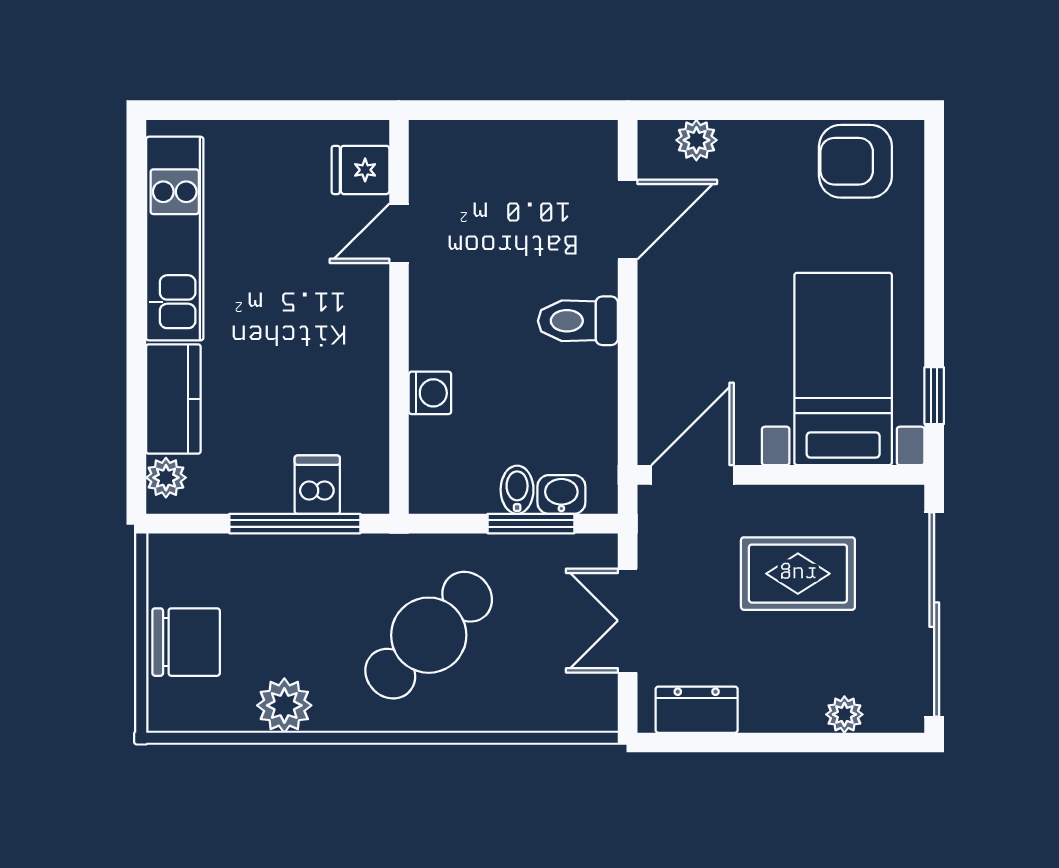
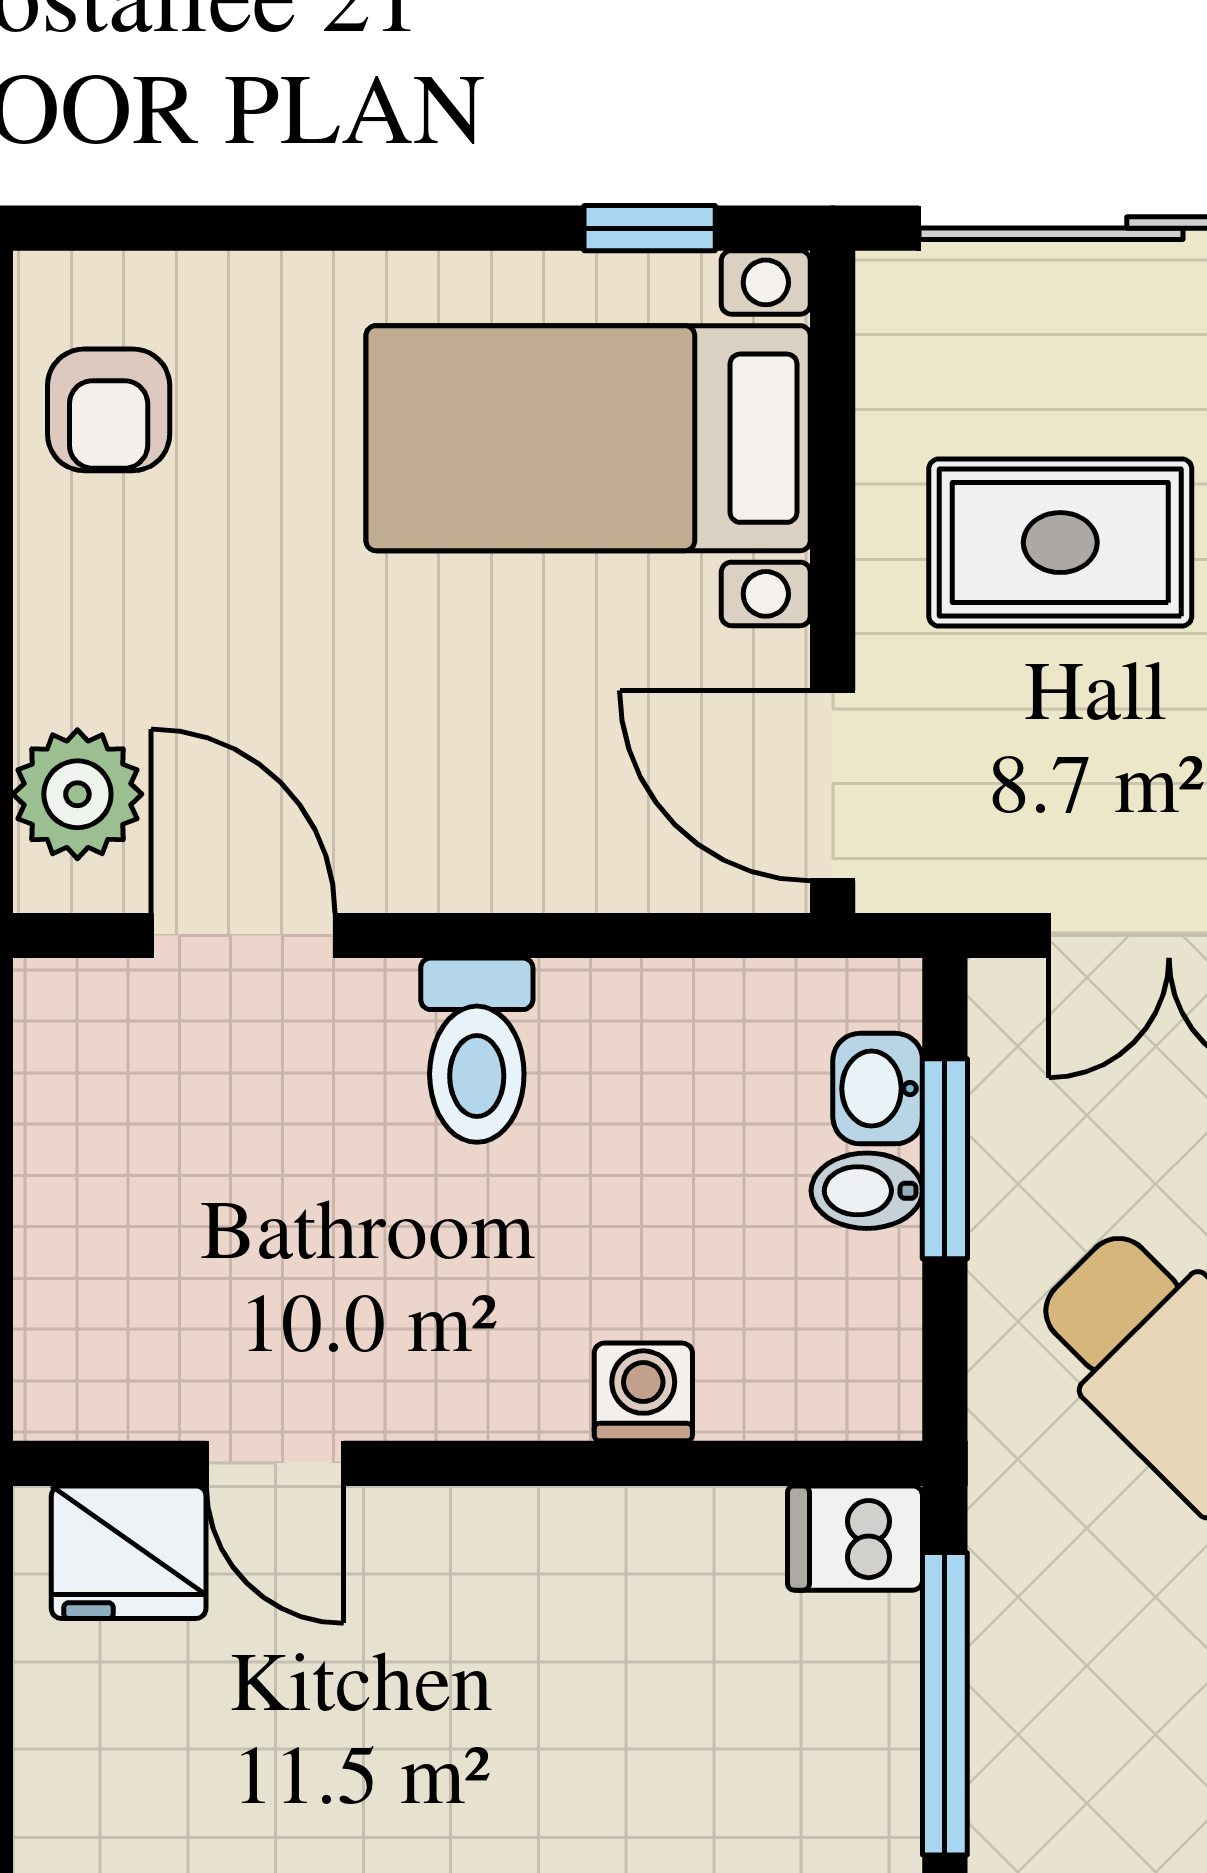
plant: (696, 140) -> (77, 794), width x1.38, depth x1.38
armchair: (855, 161) -> (109, 410), width x0.72, depth x0.72
fridge: (360, 170) -> (129, 1552), width x1.38
dishwasher: (317, 485) -> (855, 1538), moved
rug: (798, 574) -> (1060, 543), turned 90

